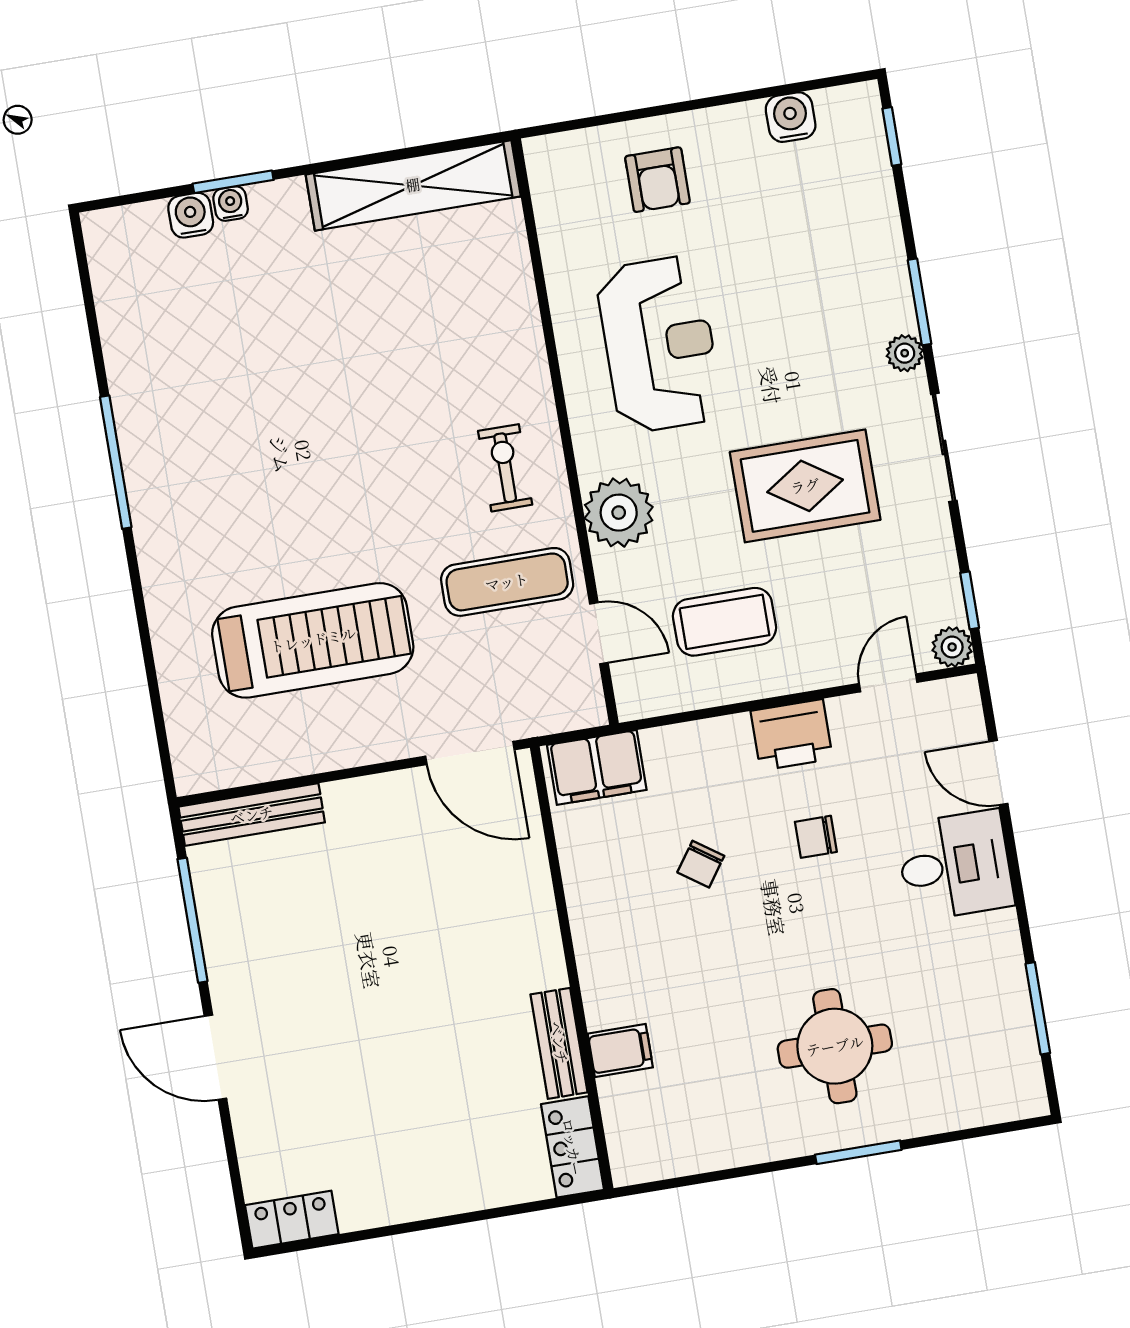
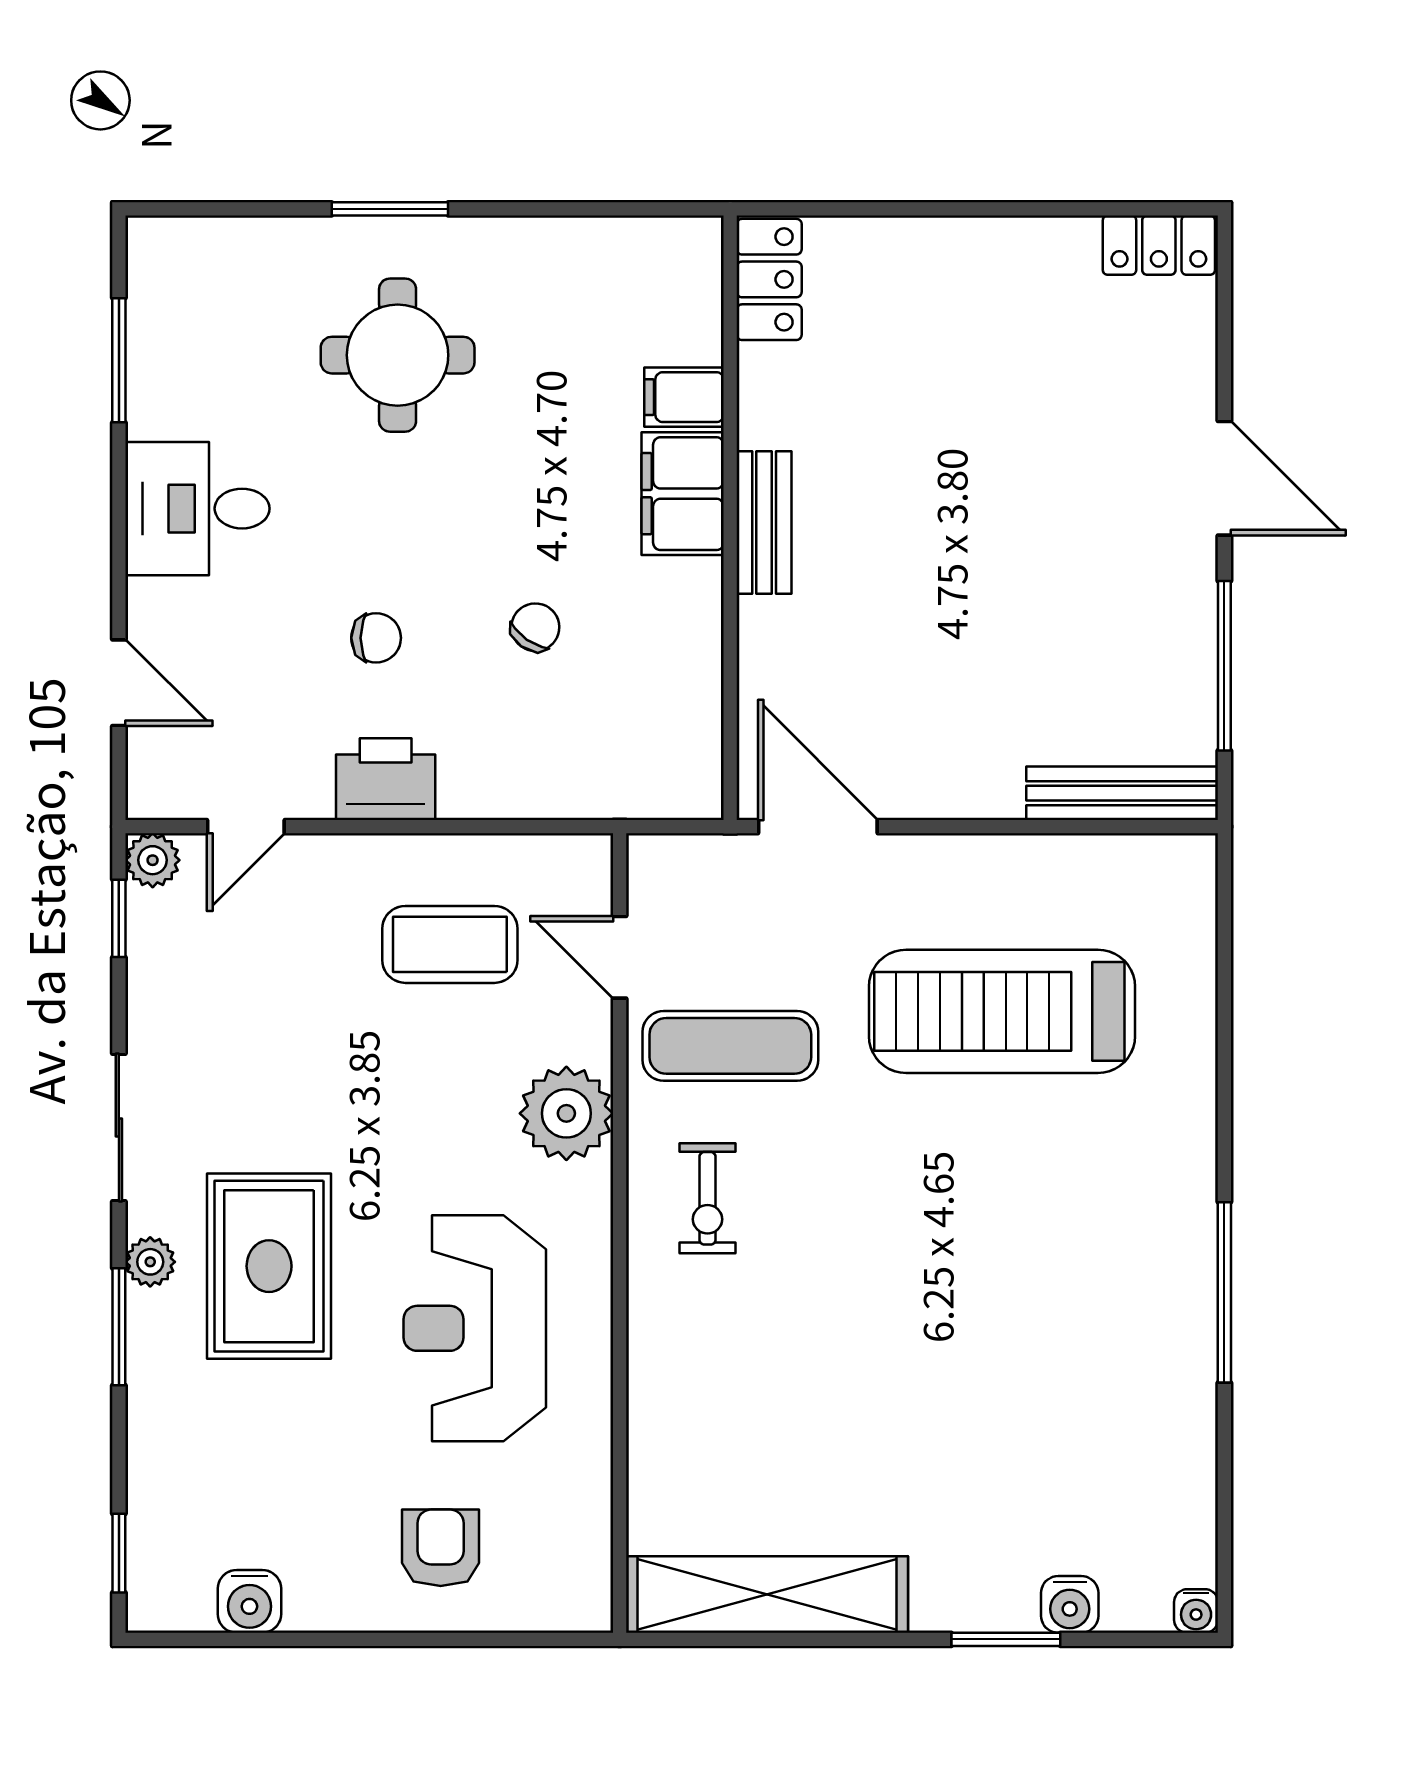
water cooler: (231, 204) -> (1196, 1611), moved
rug: (805, 486) -> (269, 1266), moved, turned 90
filing cabinet: (597, 767) -> (683, 494), moved, turned -90
desk: (955, 865) -> (197, 509), moved
bench: (559, 1043) -> (764, 523), moved

